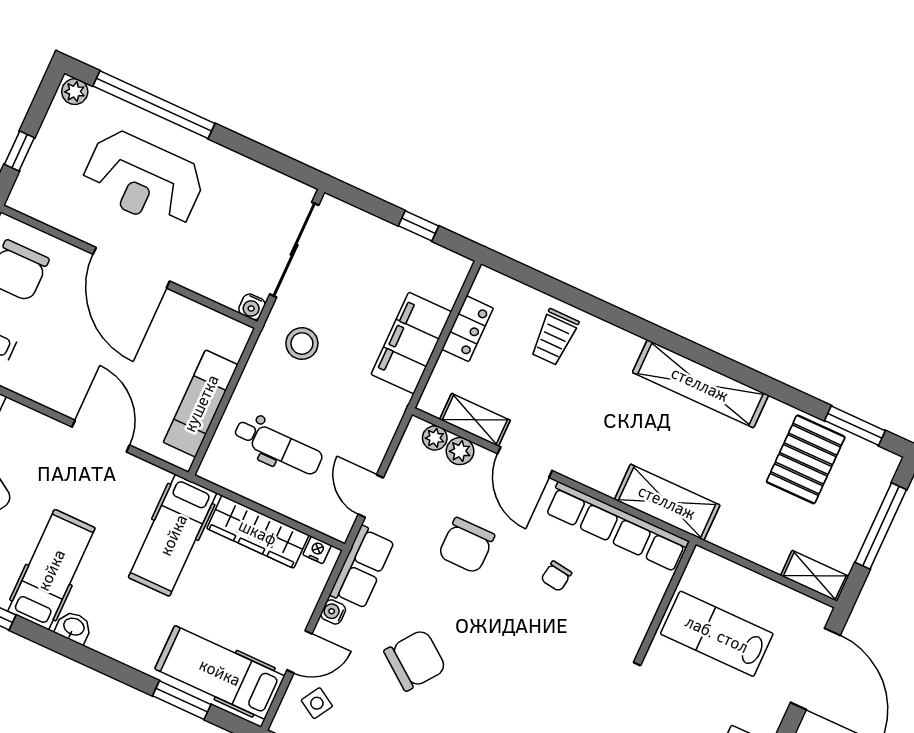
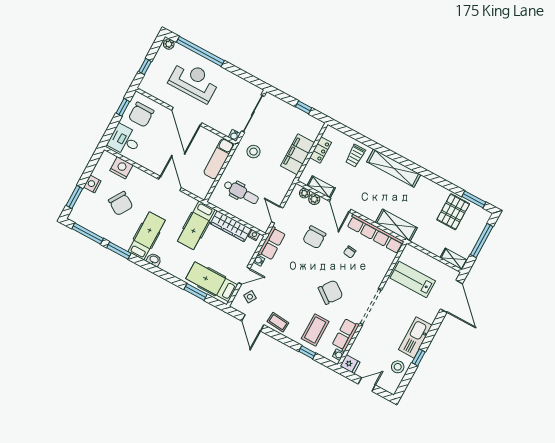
reception desk: (143, 179) -> (194, 81), turned 180
shelving: (700, 384) -> (394, 168), moved
exam couch: (201, 403) -> (219, 159), moved
chair: (415, 660) -> (331, 292), moved

